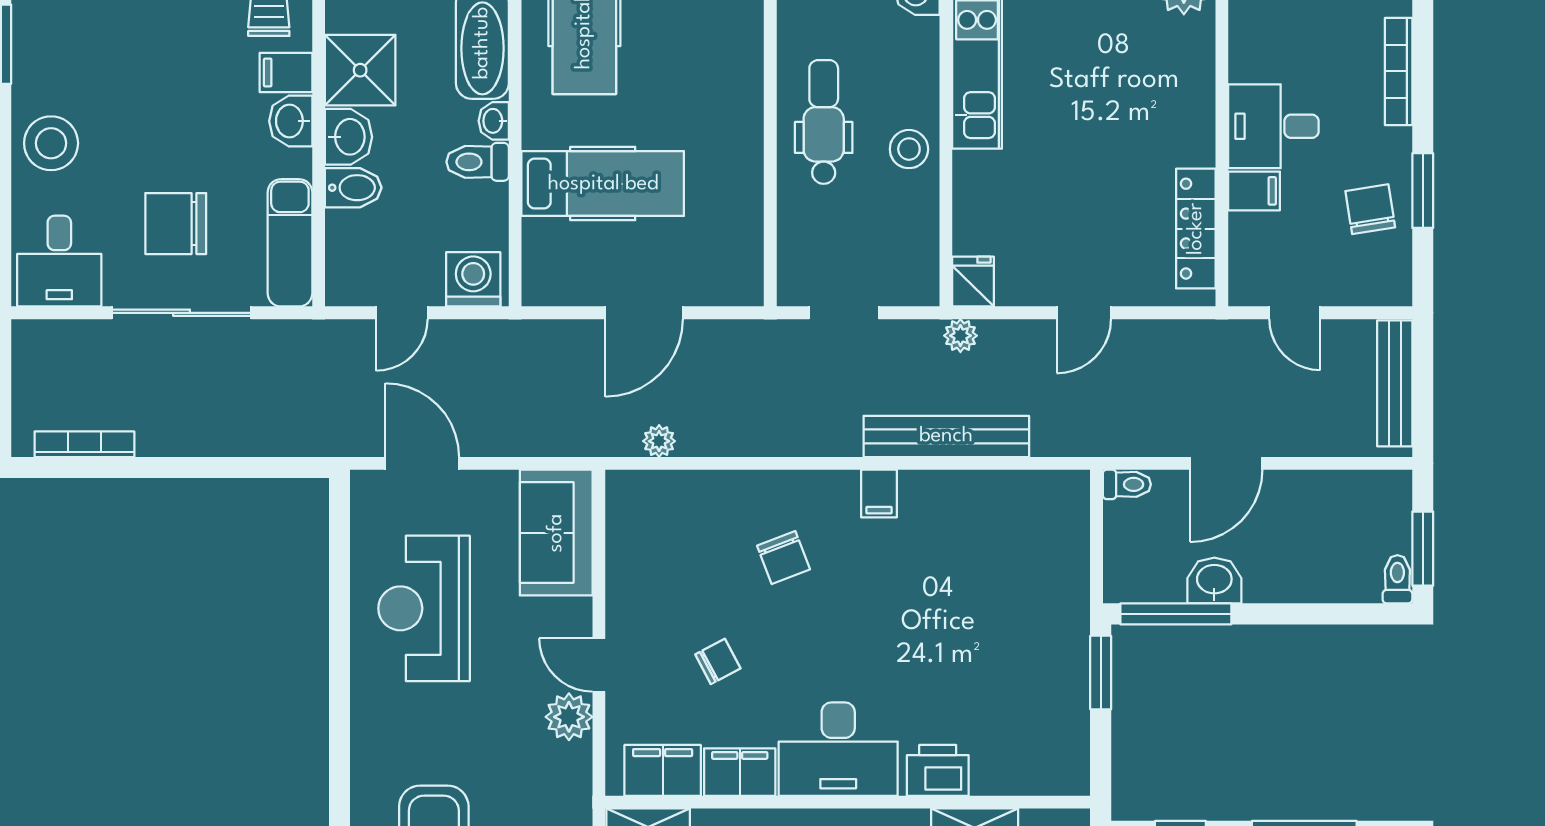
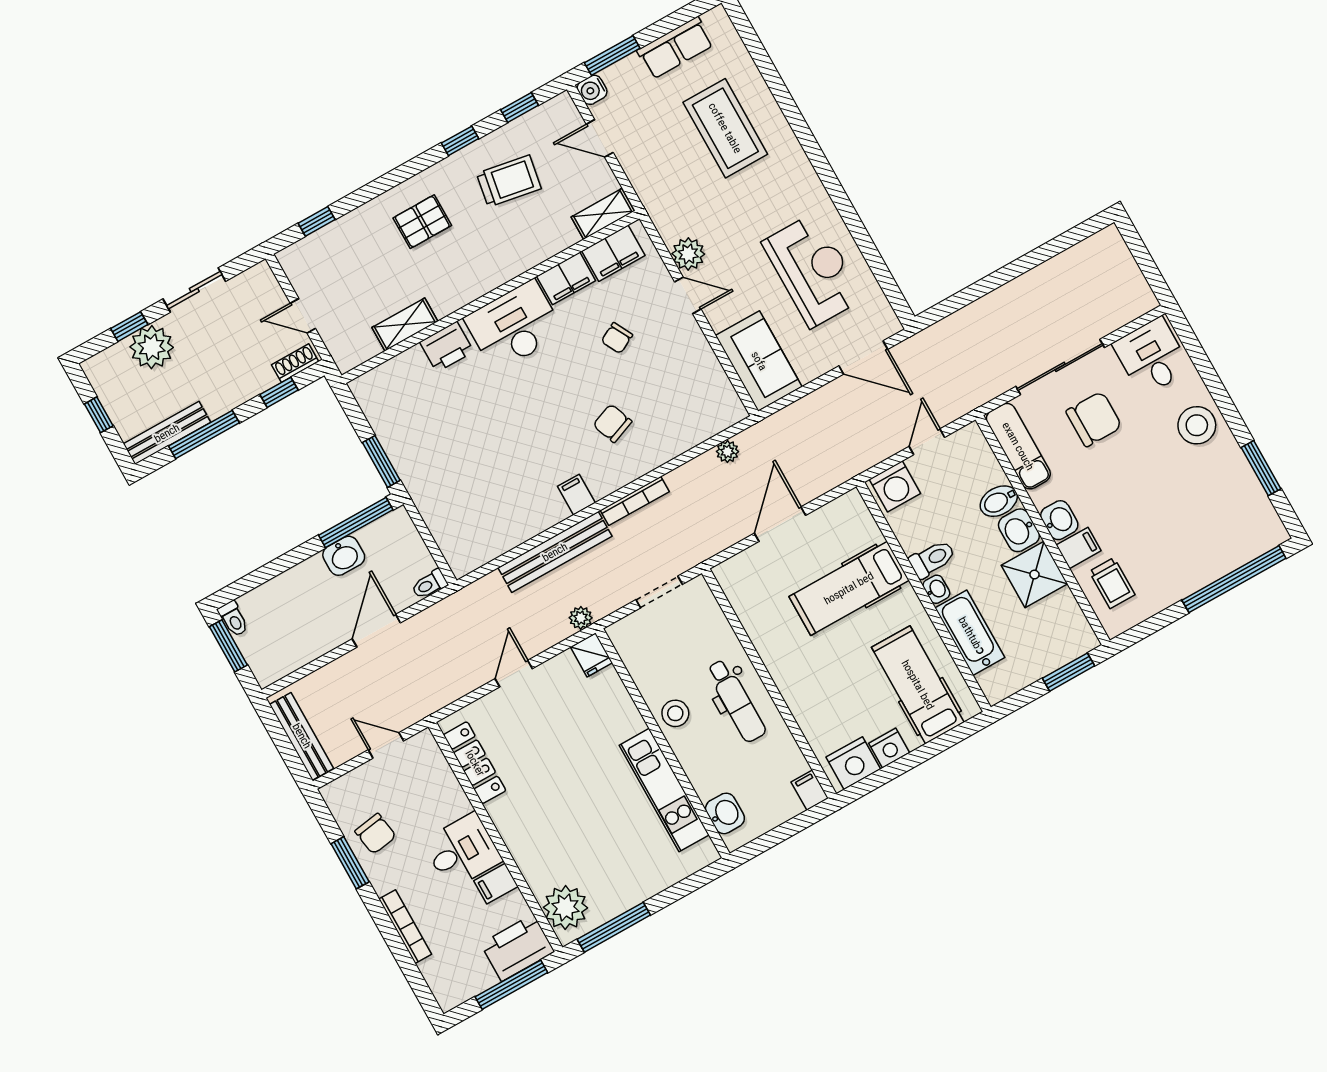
filing cabinet: (1254, 191) -> (496, 884), moved
bookcase: (84, 444) -> (635, 501), moved

